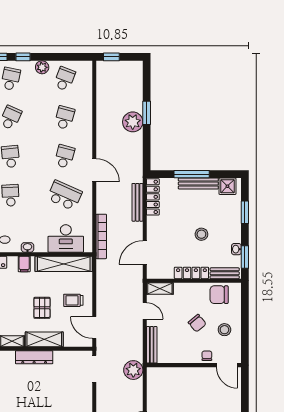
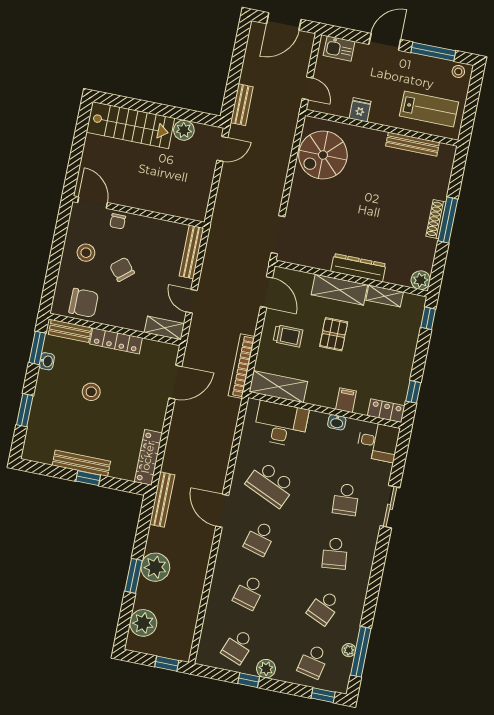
window: (23, 57) -> (249, 680), moved
window: (192, 174) -> (88, 478), width x0.46
shower: (227, 186) -> (42, 451), removed
bench: (137, 202) -> (162, 500), moved
bookcase: (101, 236) -> (241, 366), moved
shelving: (64, 264) -> (278, 387), width x0.68
plant: (133, 370) -> (143, 623), moved

